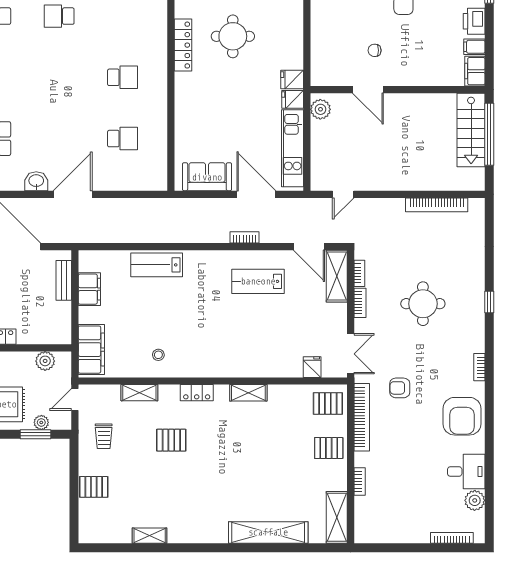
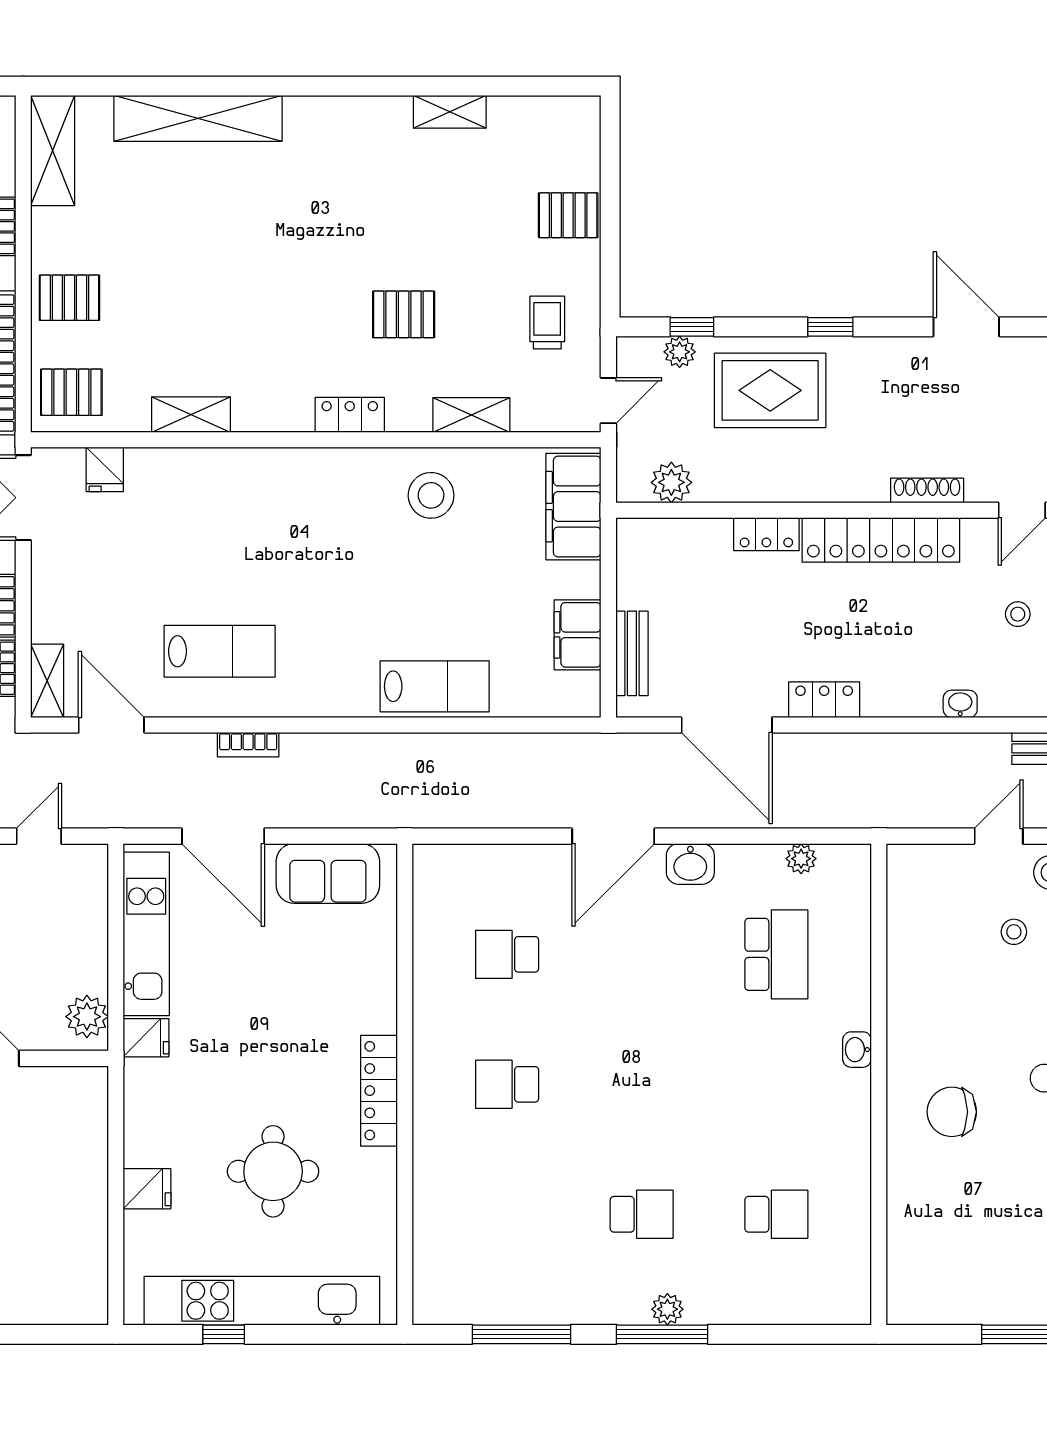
locker: (183, 45) -> (379, 1091), moved
fridge: (292, 79) -> (147, 1189), moved
shelving: (337, 276) -> (47, 681), width x0.67, depth x0.75
stool: (158, 355) -> (431, 495), width x1.89, depth x1.89
shelving: (248, 393) -> (191, 415), moved
window: (35, 434) -> (692, 327), width x0.67

